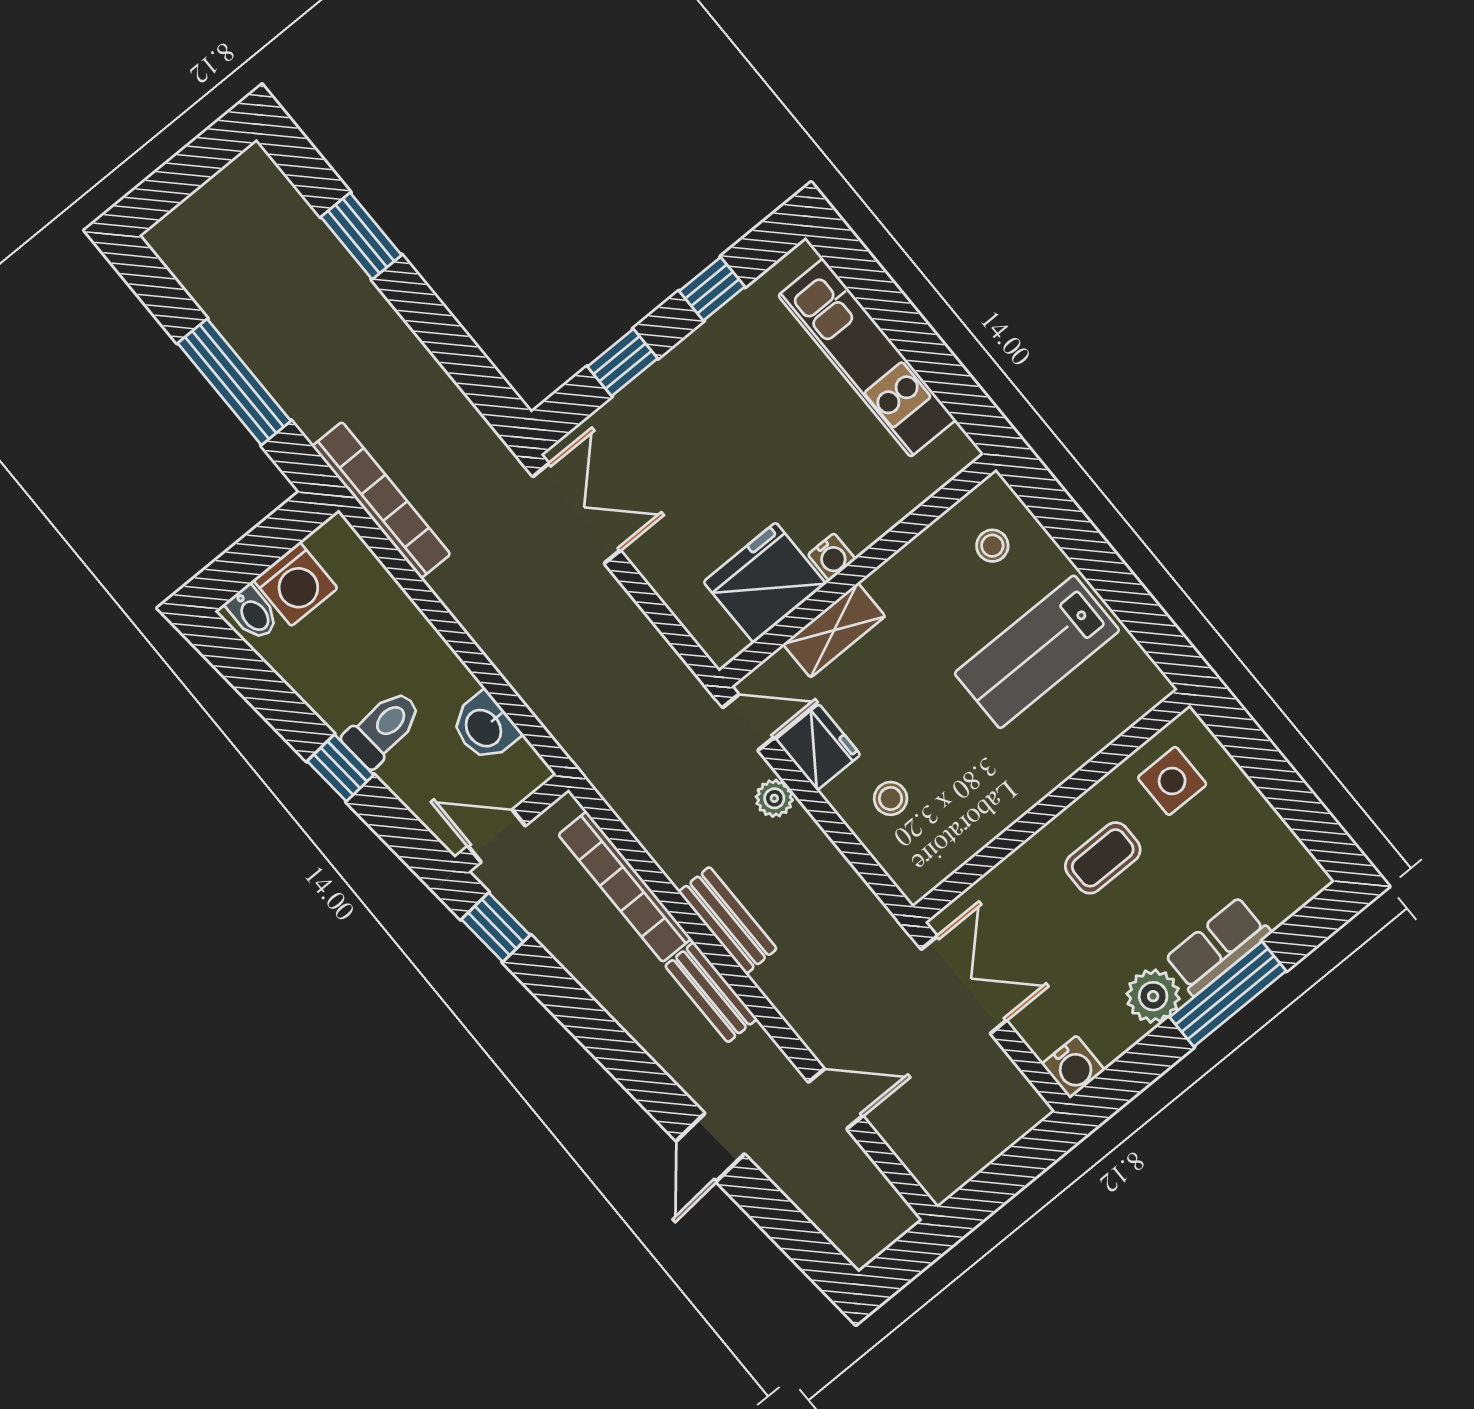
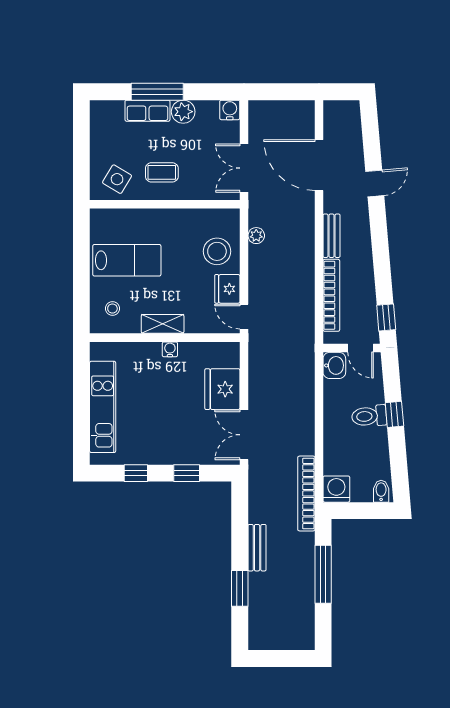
fridge: (765, 583) -> (222, 389), moved, turned 90
washing machine: (295, 584) -> (336, 489), moved
shelving: (834, 630) -> (163, 324), moved
washbasin: (485, 727) -> (334, 365), moved
side table: (1172, 781) -> (117, 179), turned 31
plant: (774, 798) -> (256, 236), moved
stool: (891, 798) -> (217, 251), width x1.89, depth x1.89
bench: (728, 920) -> (257, 548), moved
door: (836, 1099) -> (319, 165), width x1.88

